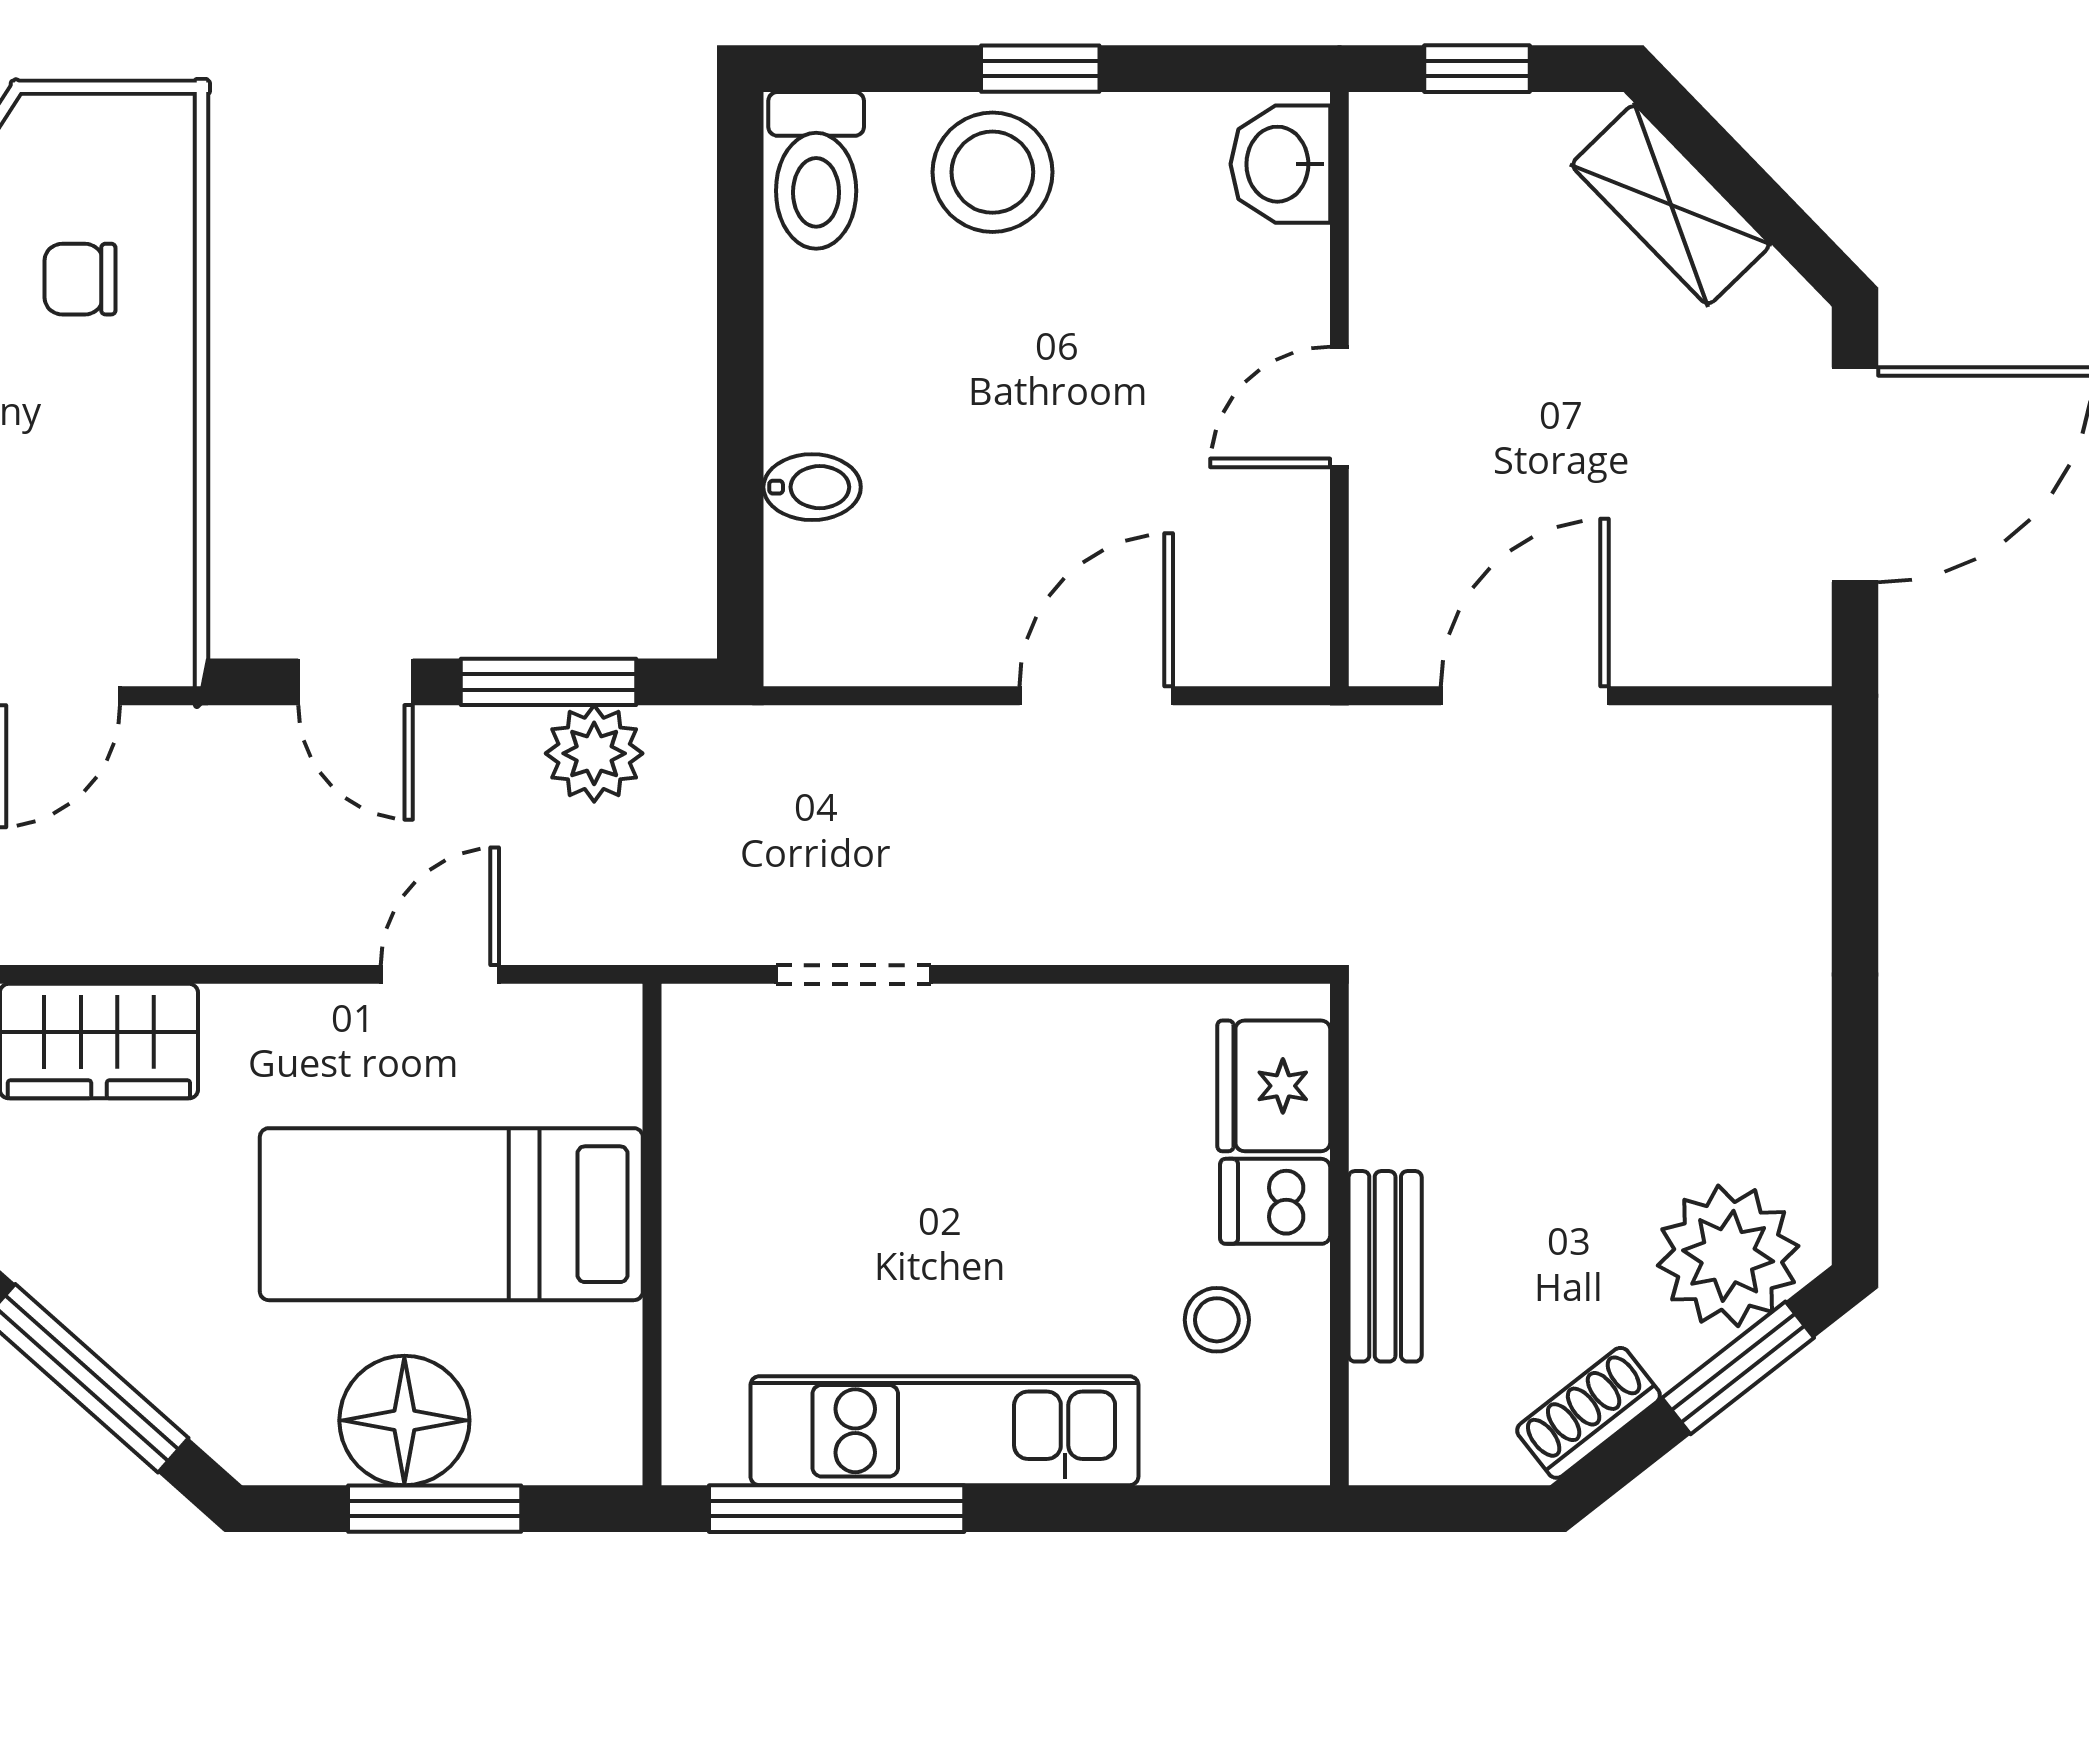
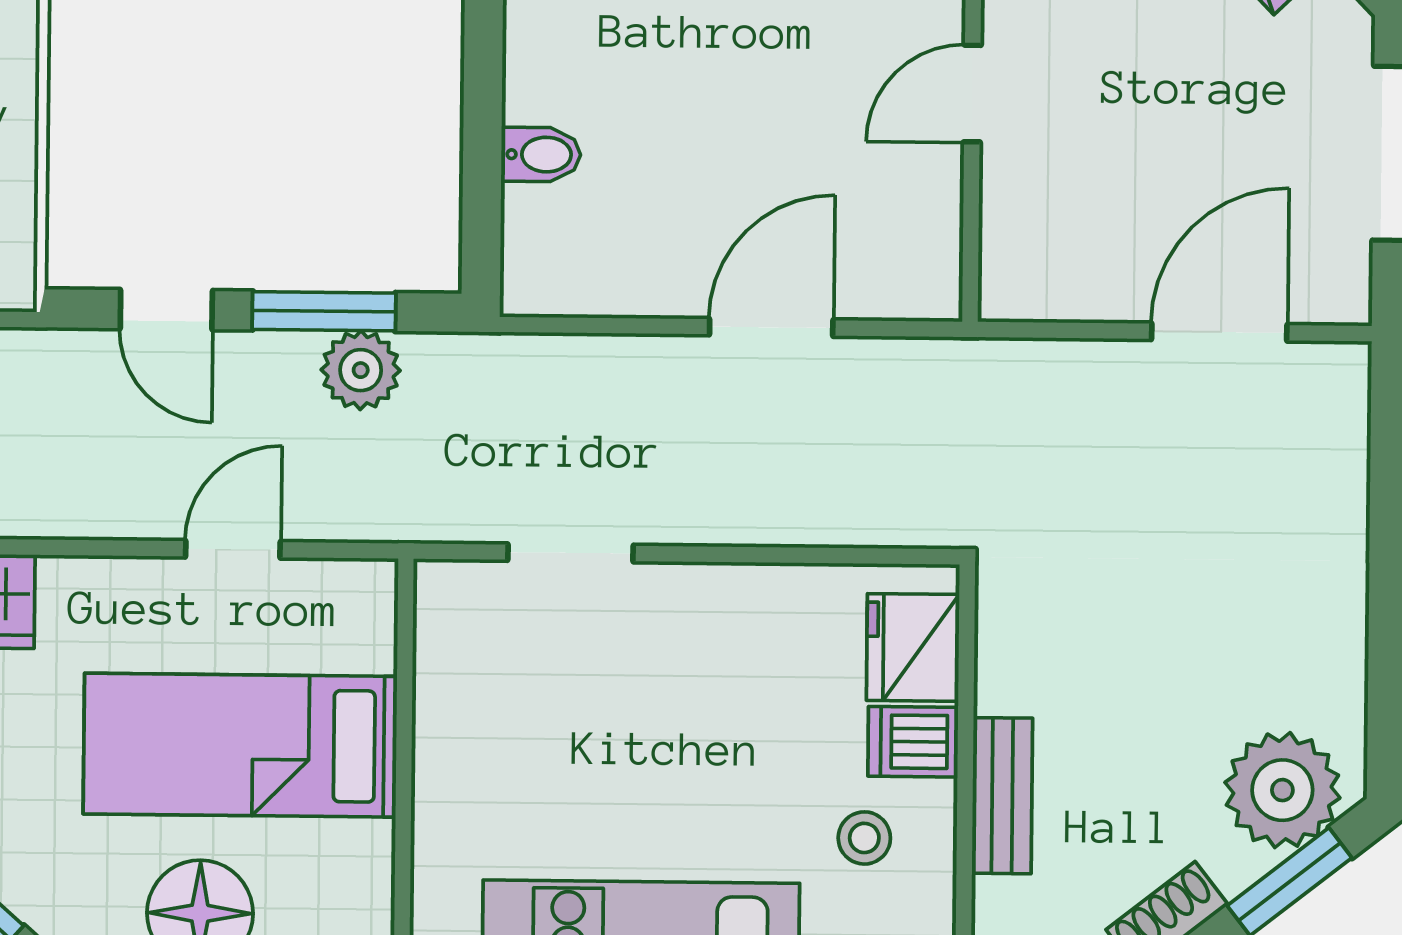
door: (1525, 696) -> (1219, 332), moved

